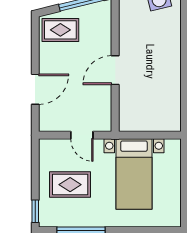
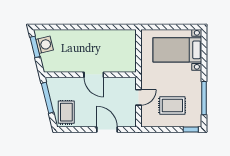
bed with nightstands: (134, 174) -> (177, 50), moved, turned 180
rug: (70, 185) -> (172, 106), turned 90

